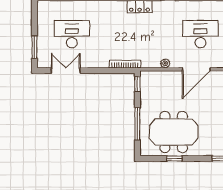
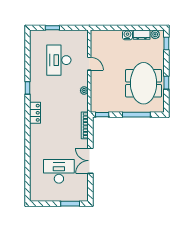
desk: (72, 34) -> (59, 171), turned 90
door: (196, 69) -> (89, 64), width x0.53
double door: (66, 71) -> (90, 161), moved

